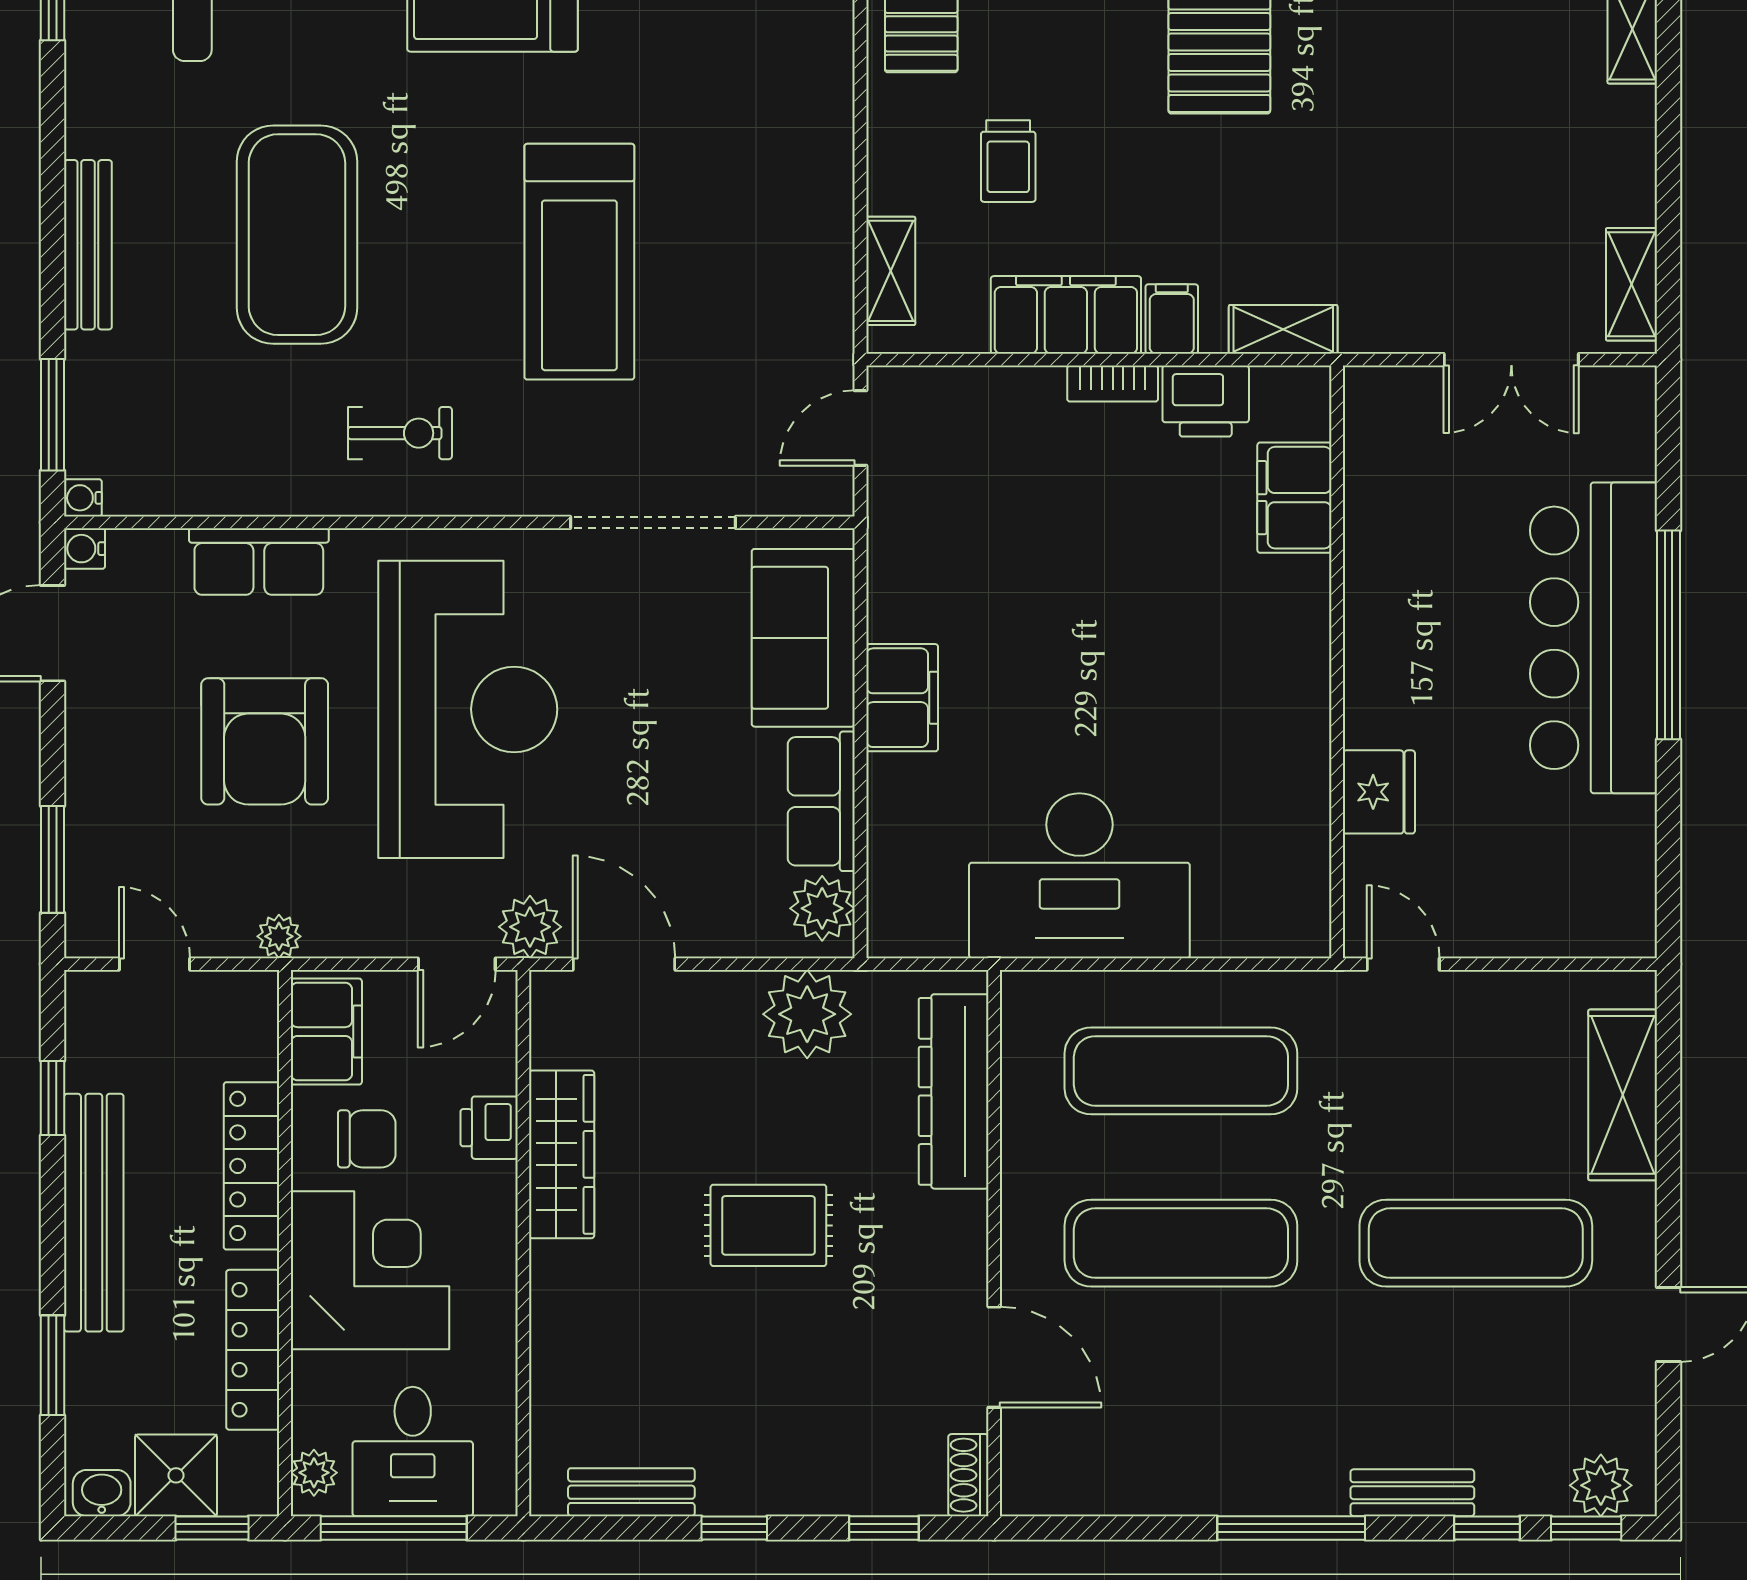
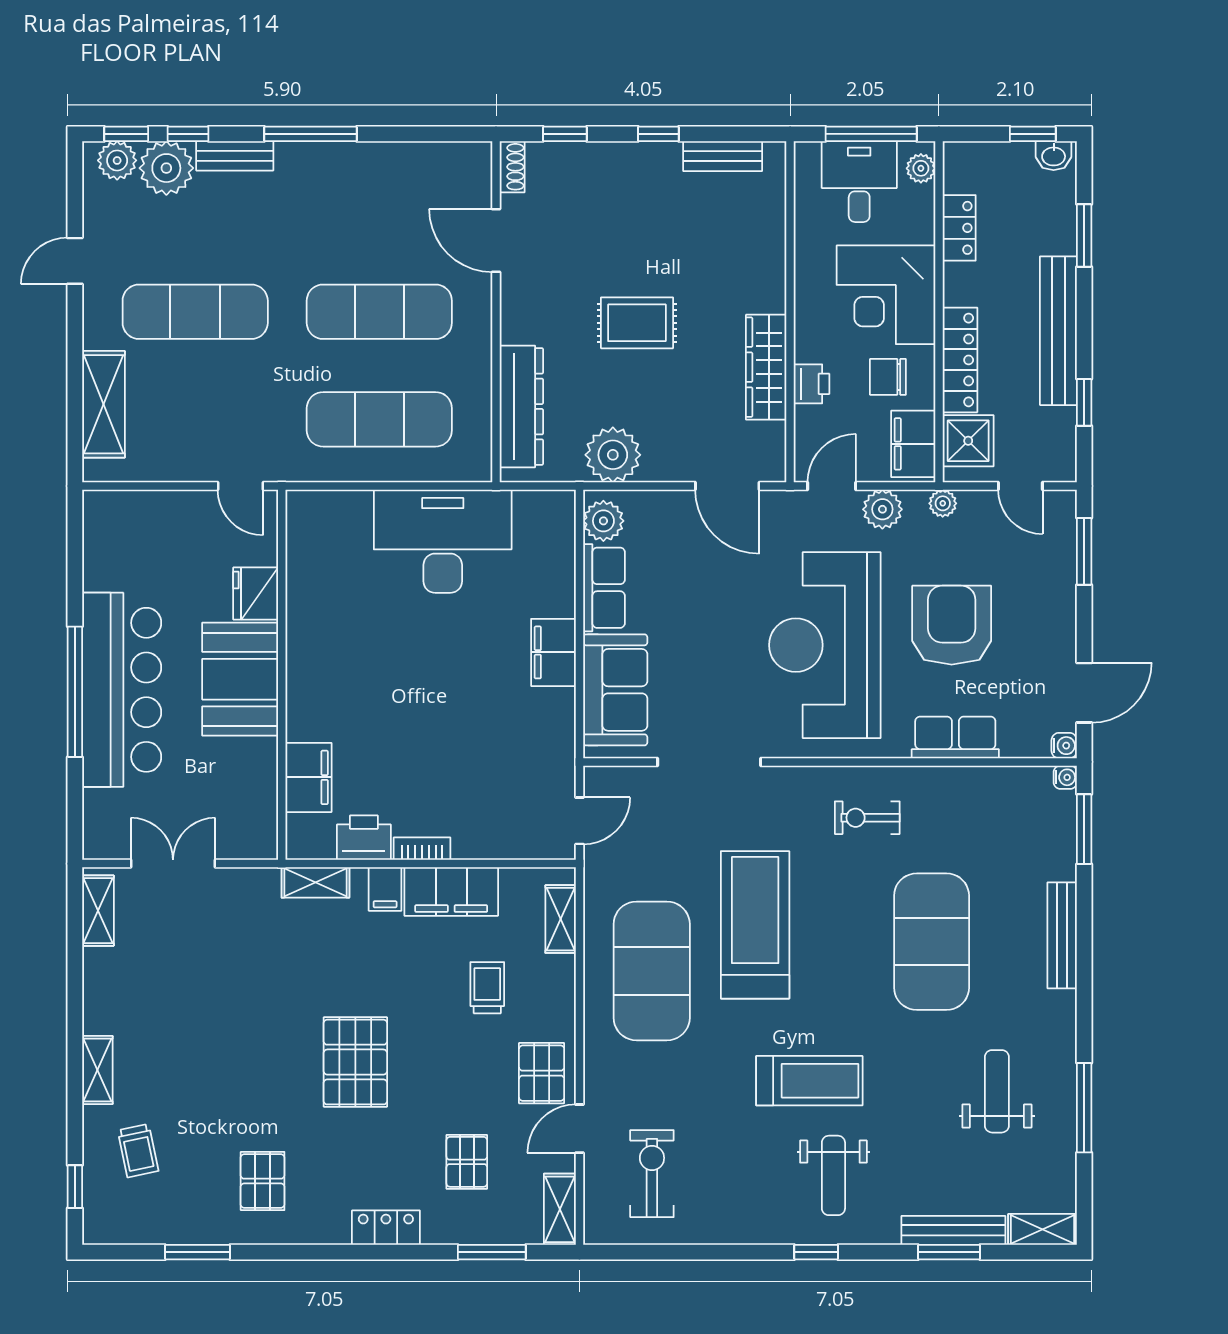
exercise mat: (745, 188) -> (652, 971), added
booth: (1404, 655) -> (240, 679), added
plant: (530, 927) -> (882, 509), moved
locker: (253, 1350) -> (959, 228), width x0.66
plant: (1522, 1473) -> (166, 168), added
shower: (176, 1475) -> (968, 441), moved
window: (212, 1528) -> (1033, 134), moved

